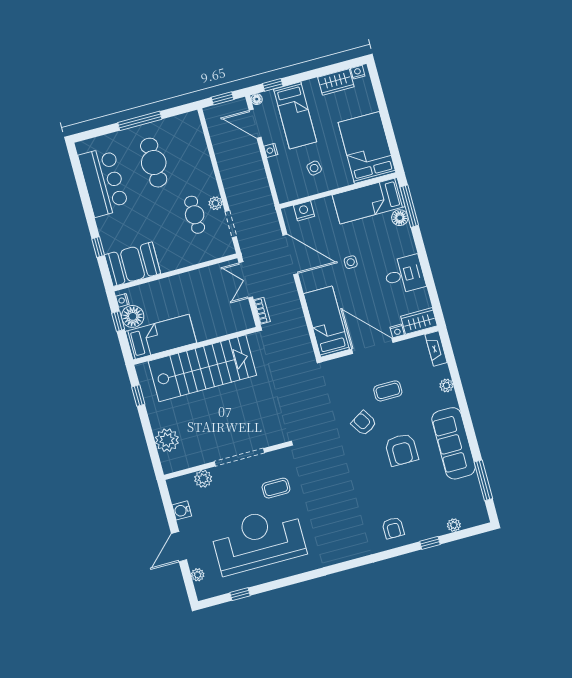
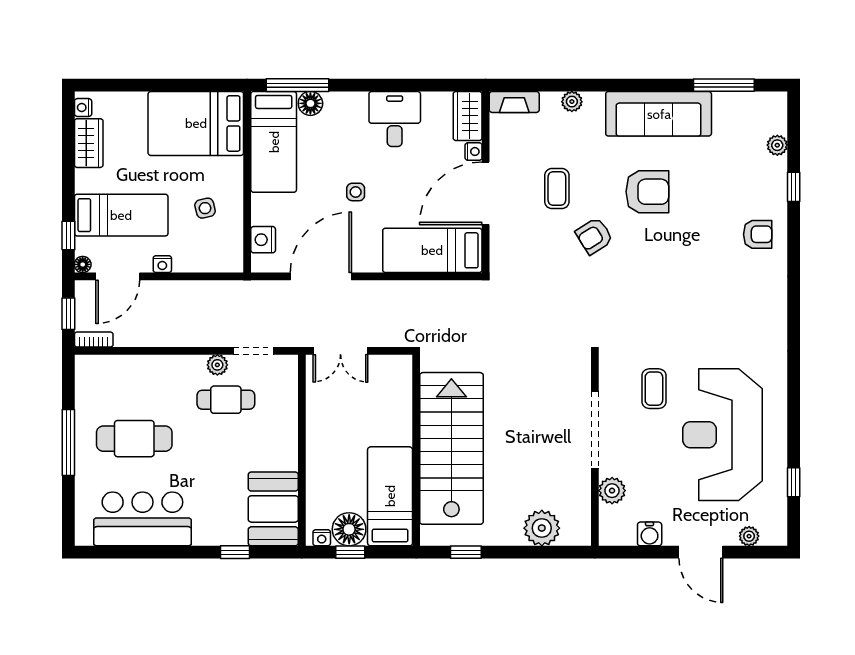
bookcase: (262, 311) -> (94, 340), moved

